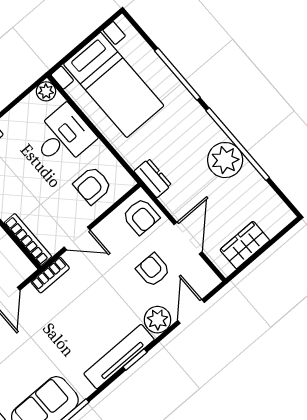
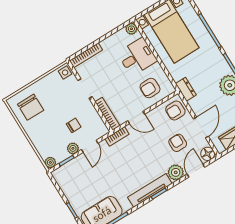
armchair: (141, 216) -> (175, 111), turned 90
floor lamp: (206, 280) -> (208, 154), added

